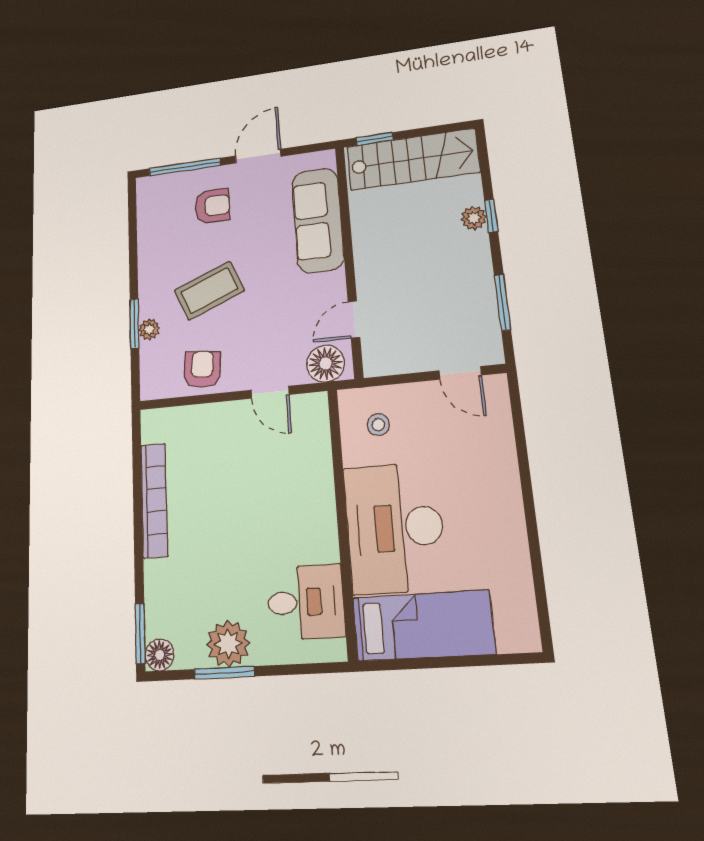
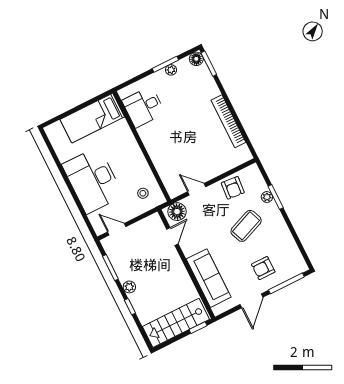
plant: (474, 218) -> (129, 287), moved
desk: (395, 528) -> (93, 180), moved, turned 180
plant: (228, 644) -> (171, 70), width x0.53, depth x0.53

